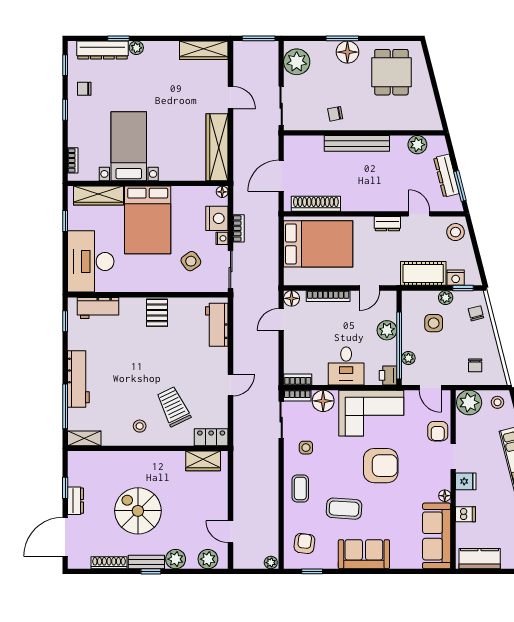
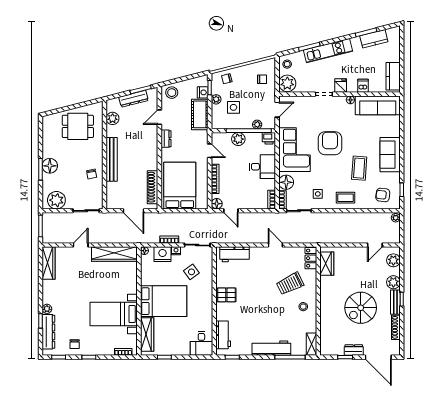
dining table: (391, 72) -> (78, 126), moved
desk: (91, 261) -> (201, 343), width x0.53, depth x0.77
armchair: (438, 431) -> (307, 105), removed

